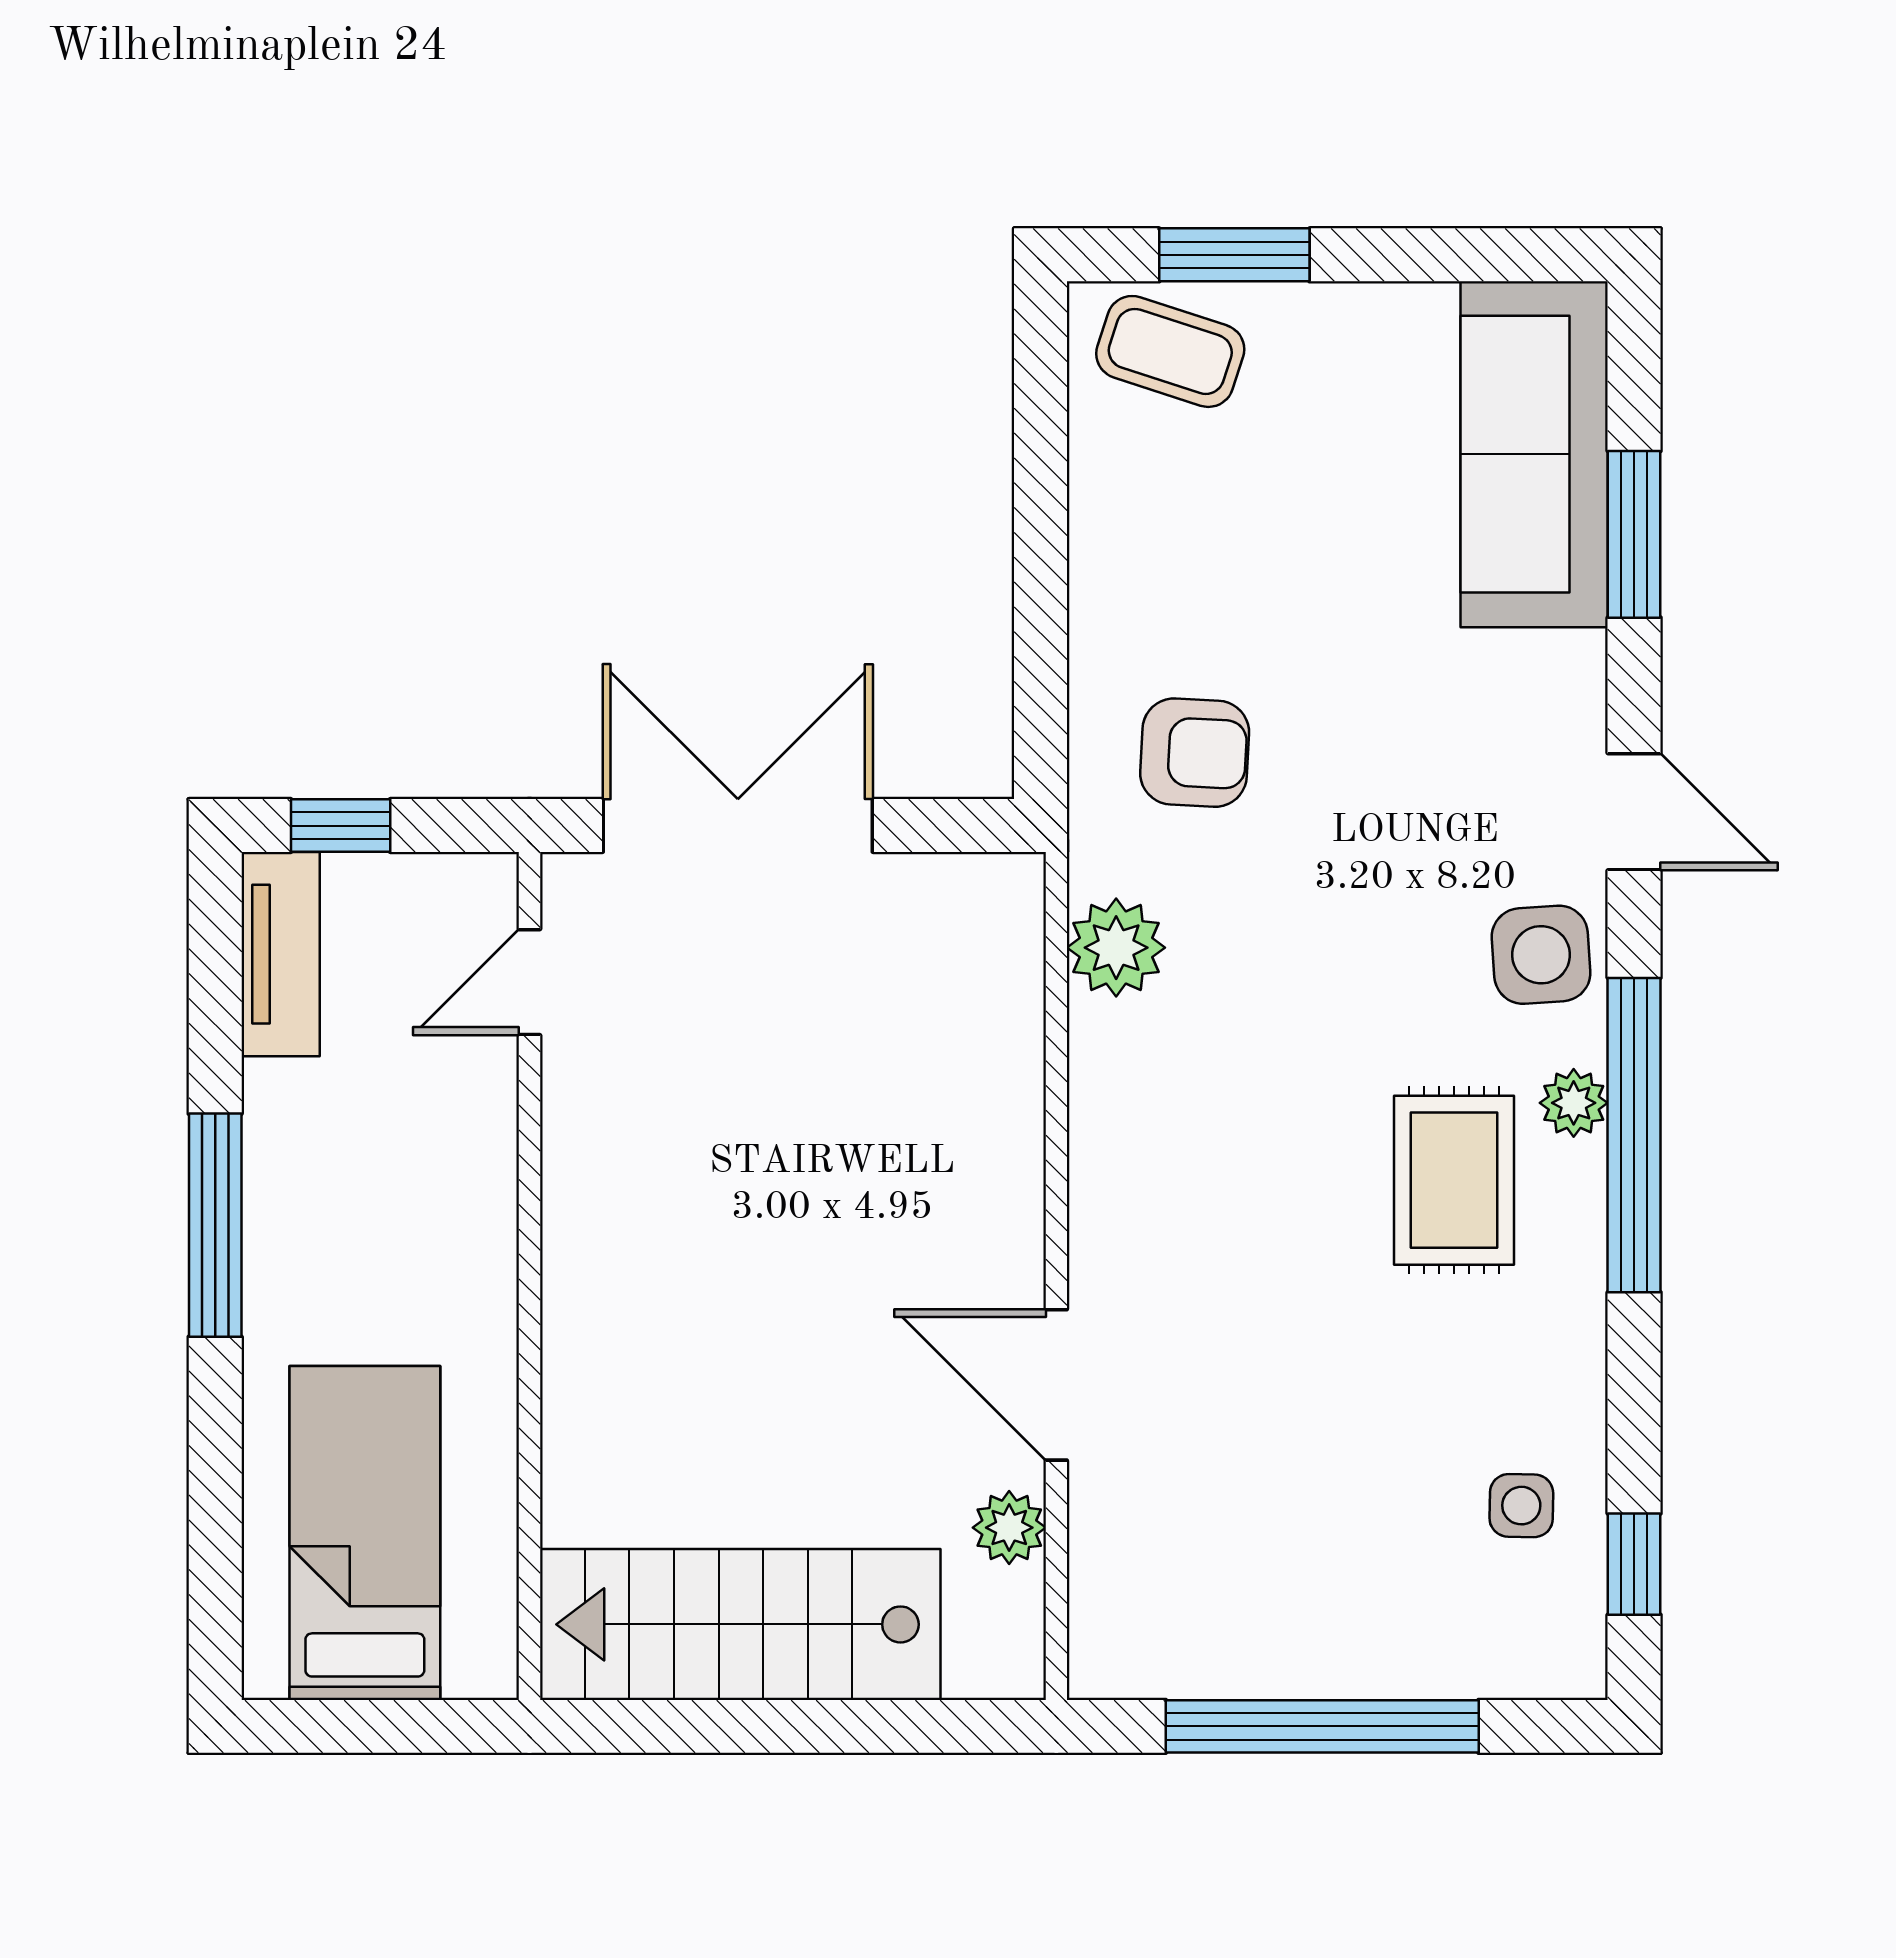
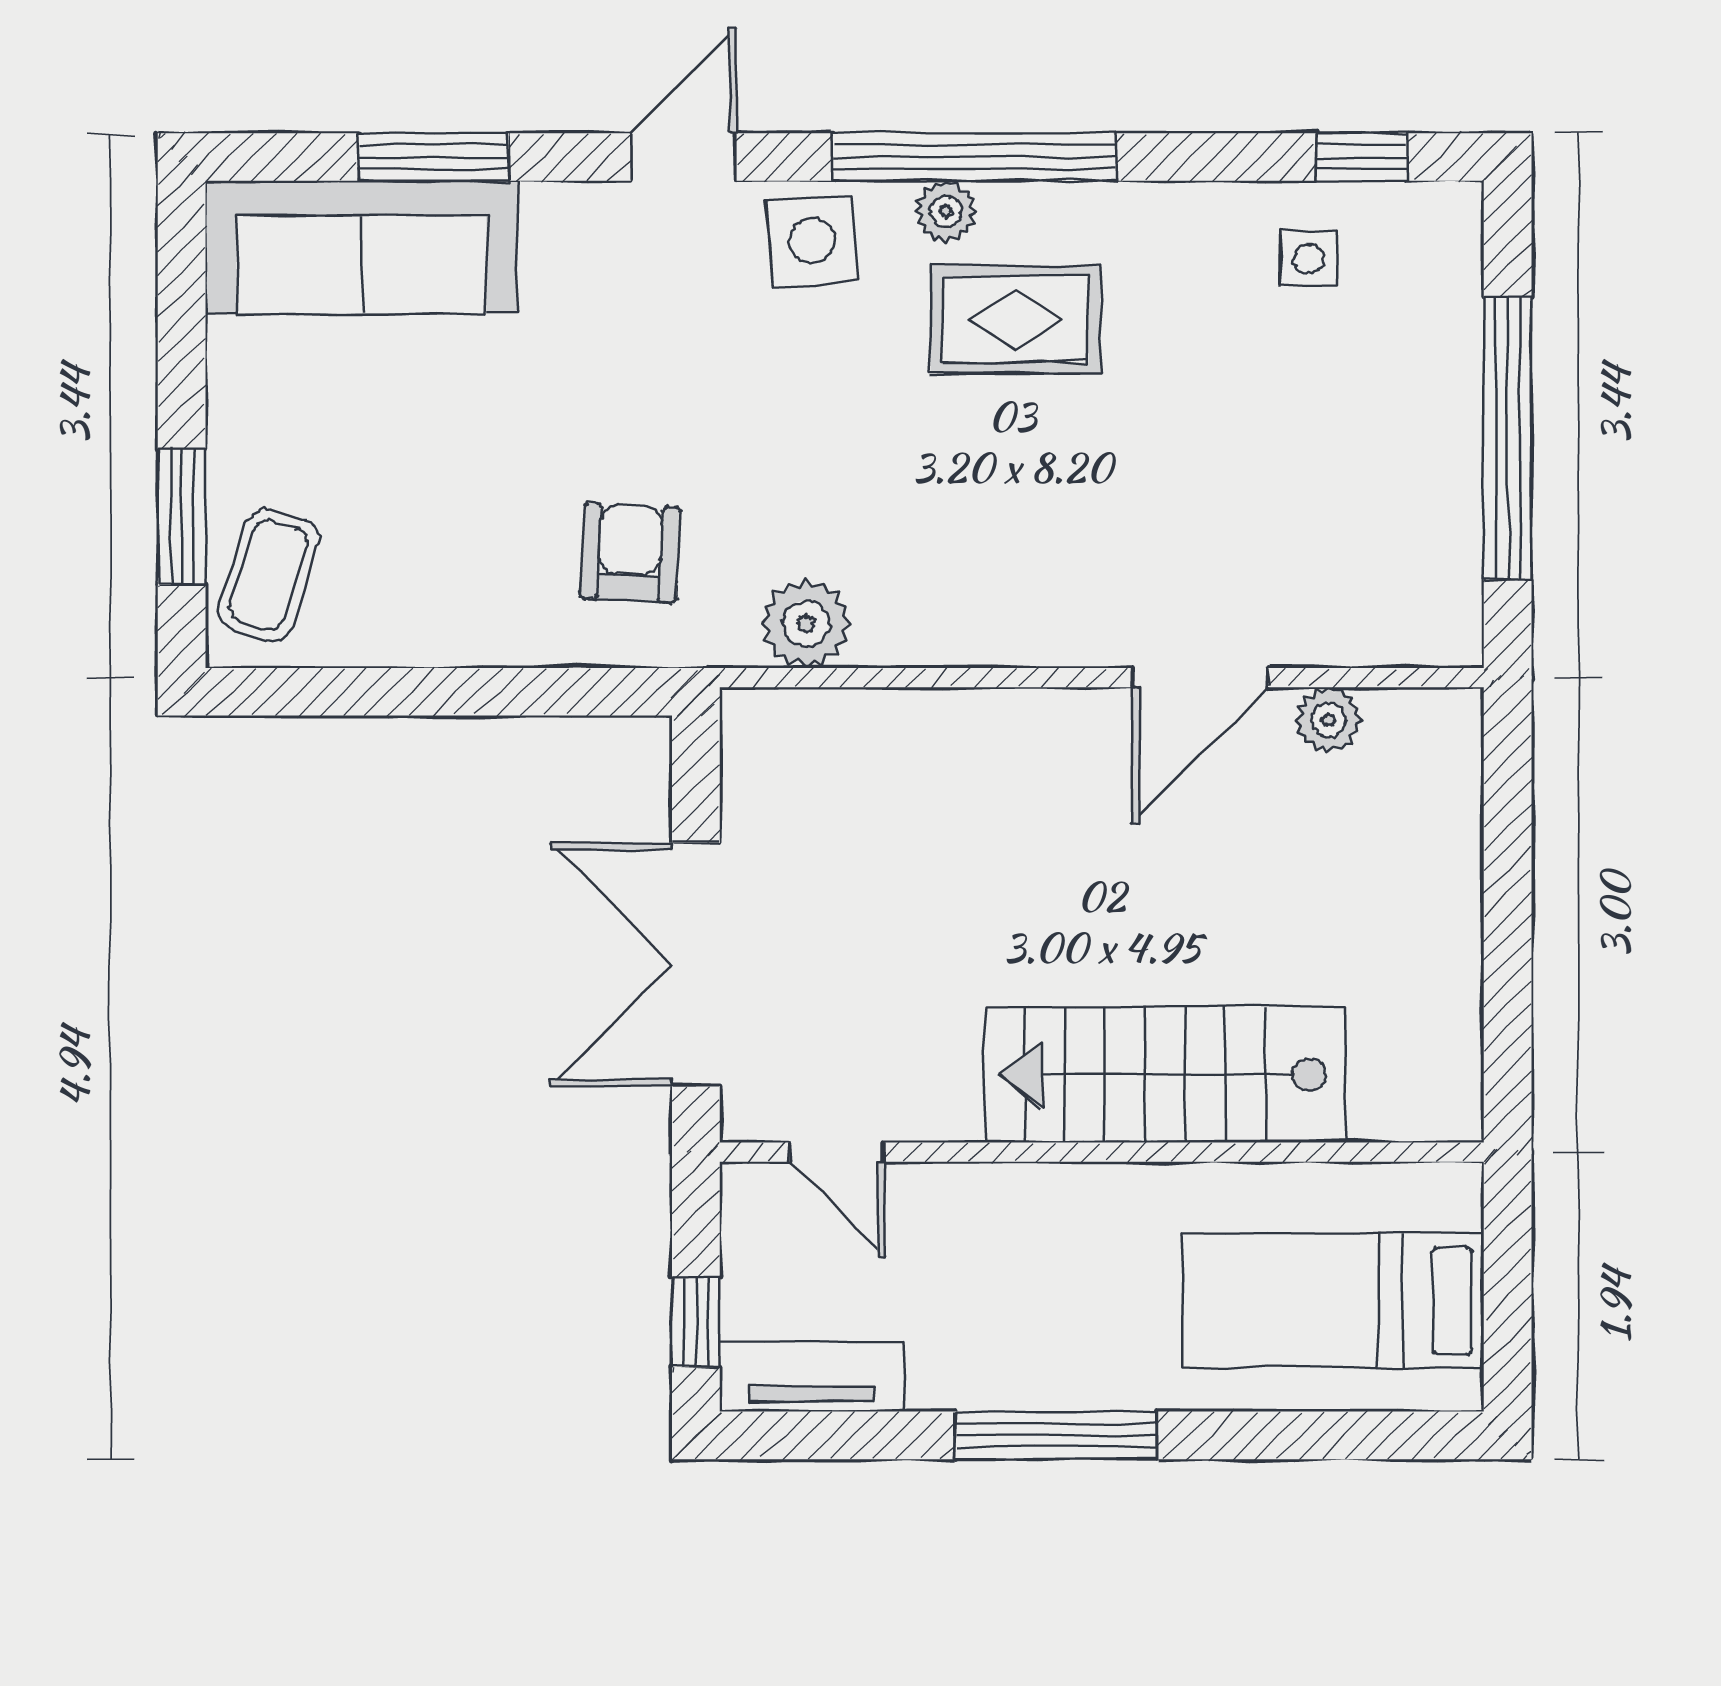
stairs: (740, 1624) -> (1165, 1075), moved, turned 90

